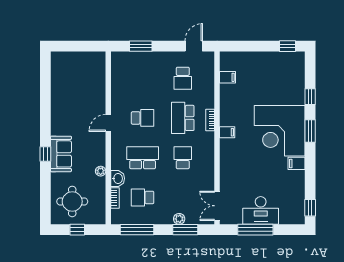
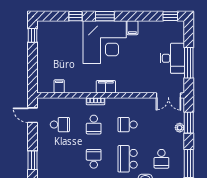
school desk: (183, 118) -> (94, 125), width x0.54
filing cabinet: (227, 132) -> (106, 87), width x2.00

